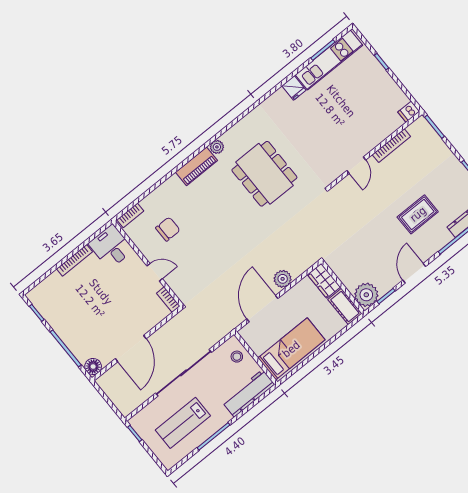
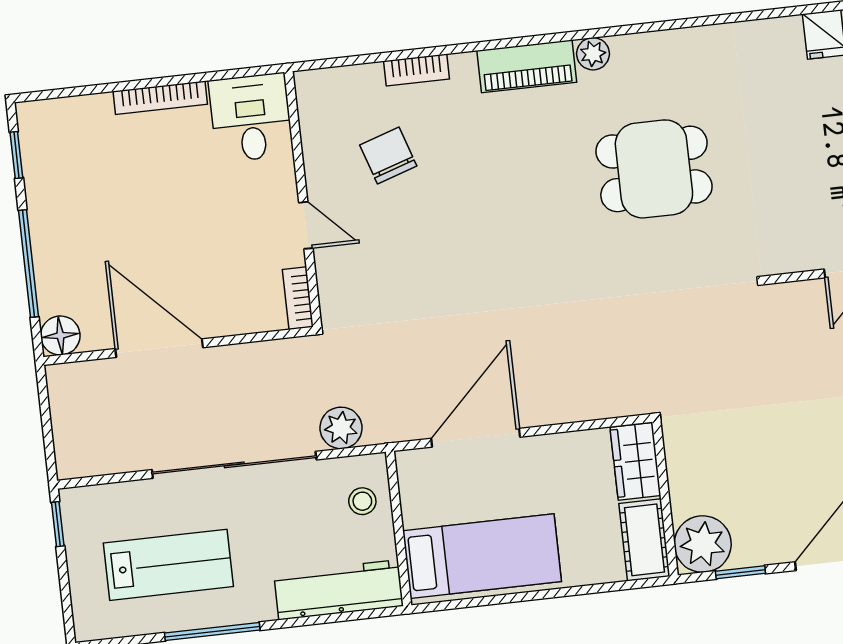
dining table: (264, 174) -> (654, 169), width x0.73
bookcase: (130, 215) -> (416, 70), moved
chair: (168, 229) -> (388, 156), turned -108
plant: (283, 279) -> (341, 428), moved
door: (131, 349) -> (159, 348), swing flipped
lab bench: (183, 423) -> (168, 565), turned 180

